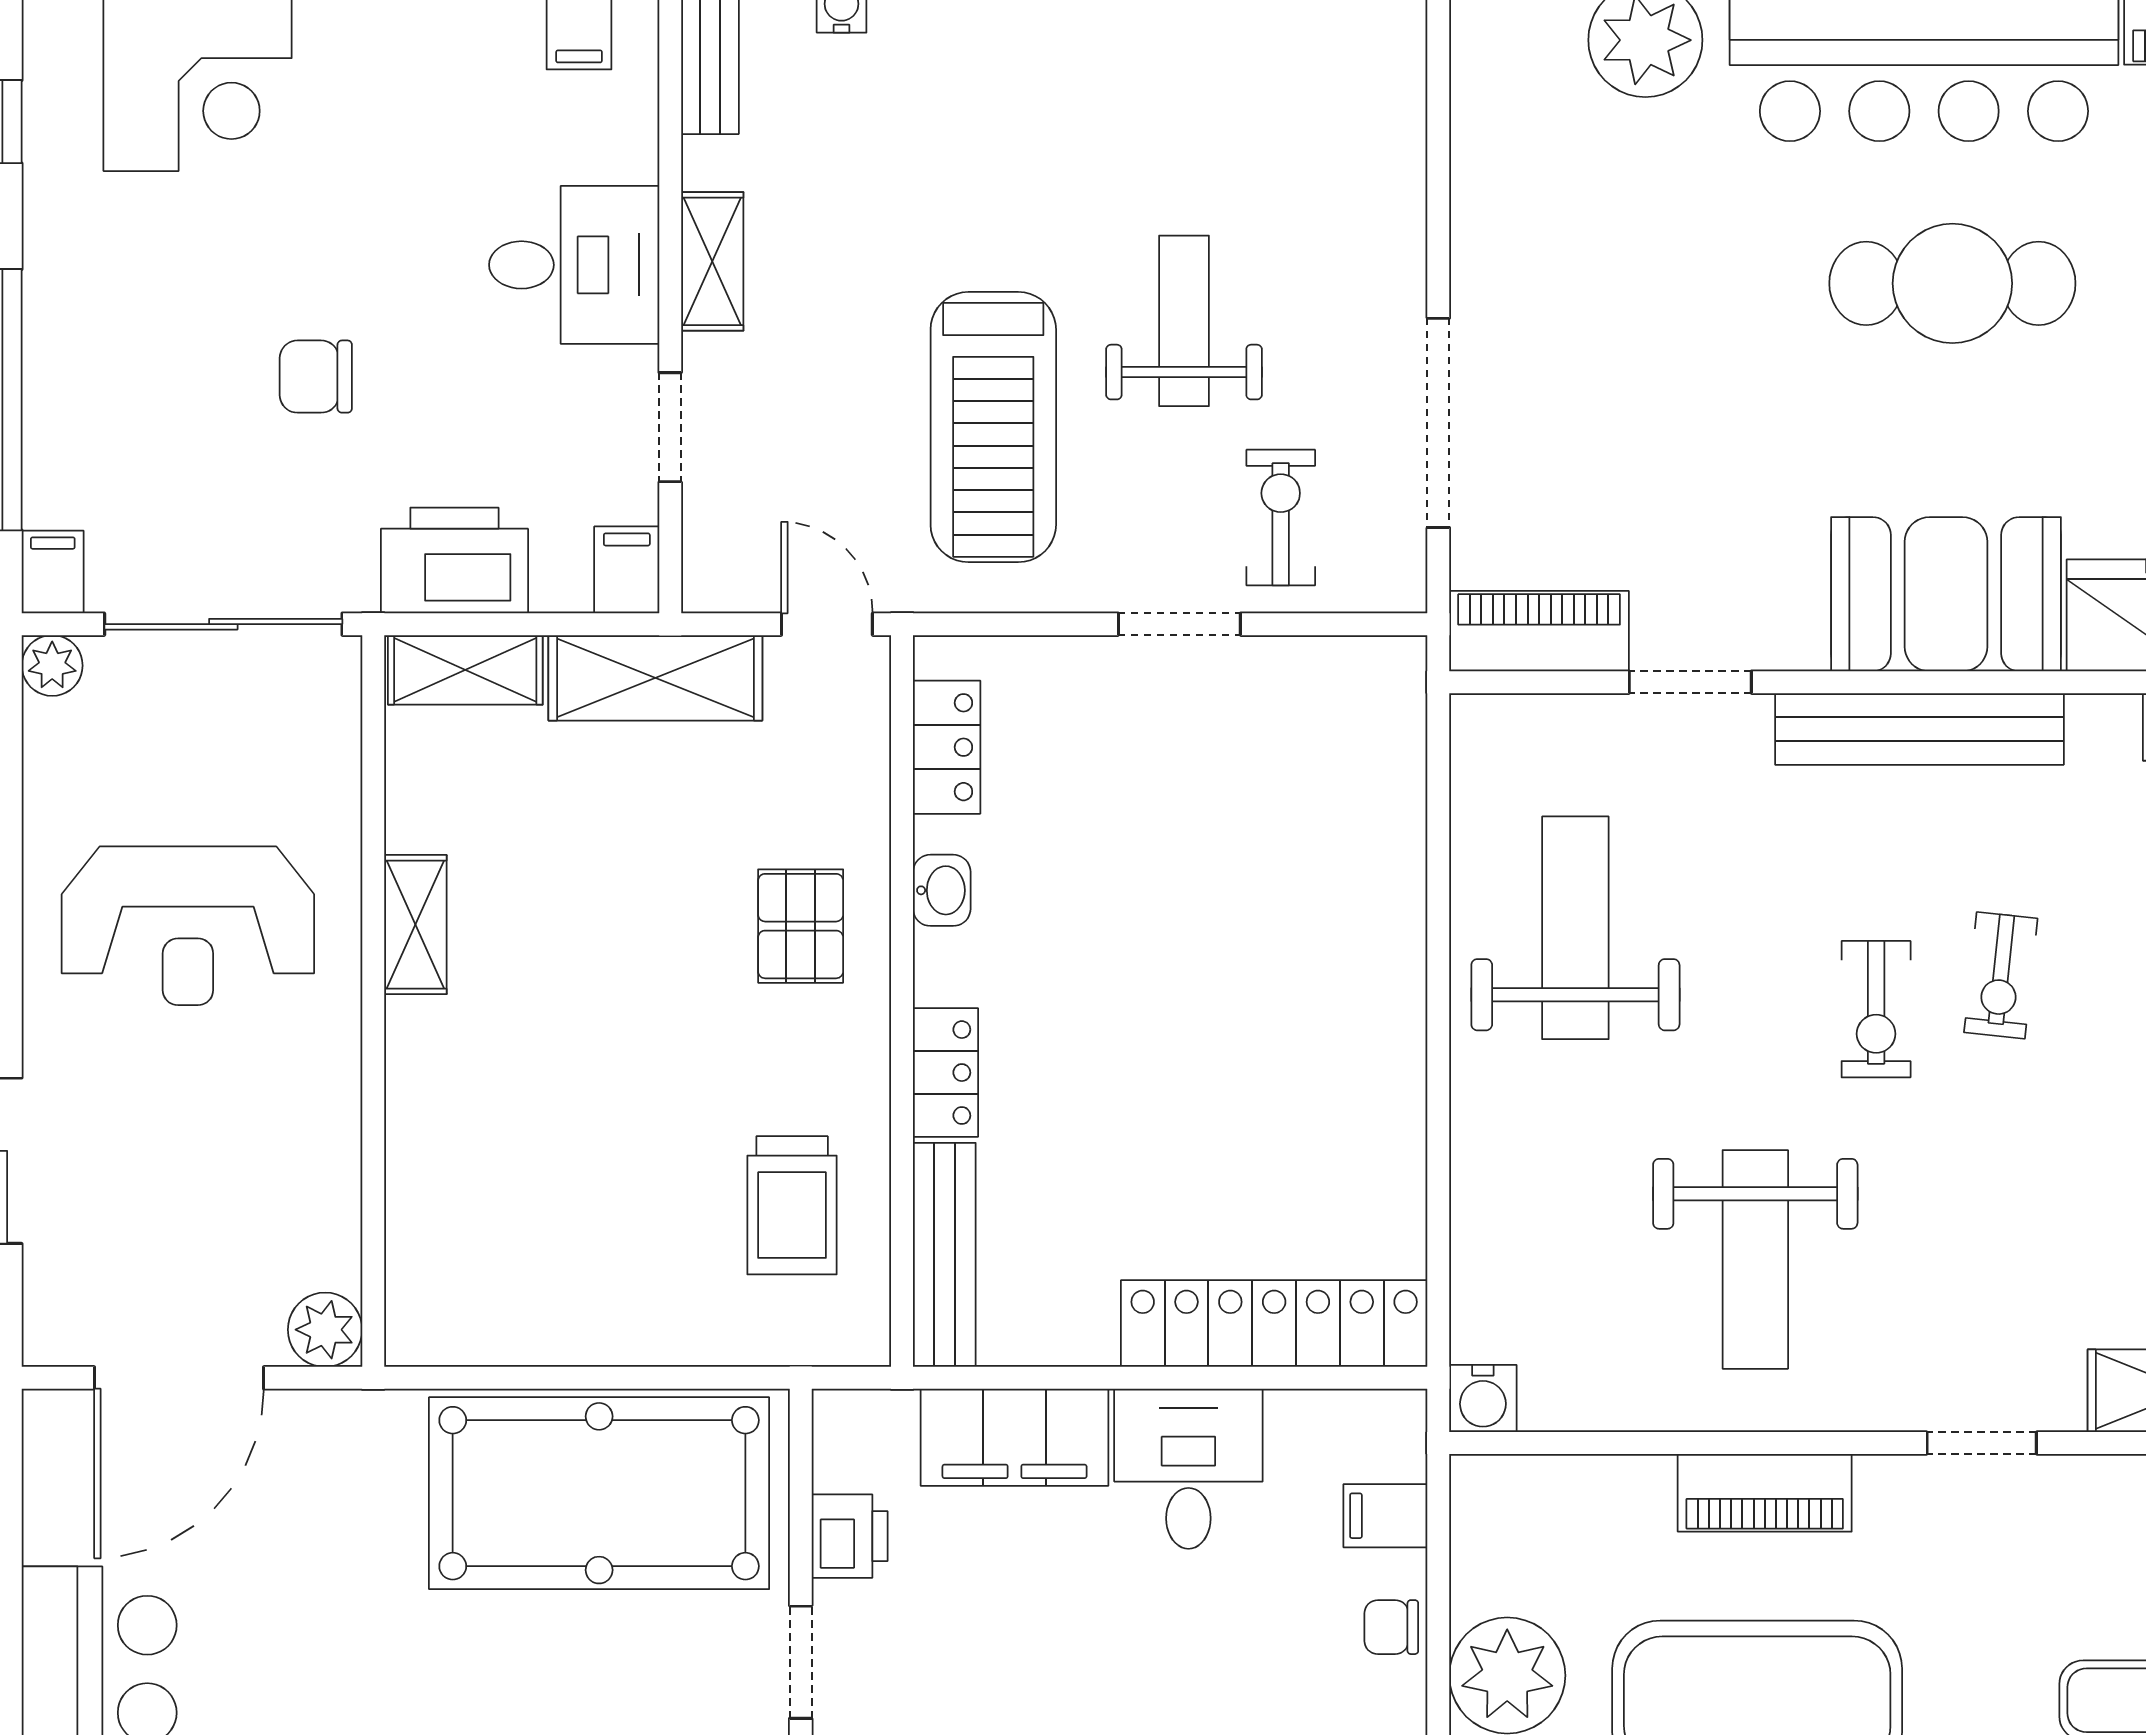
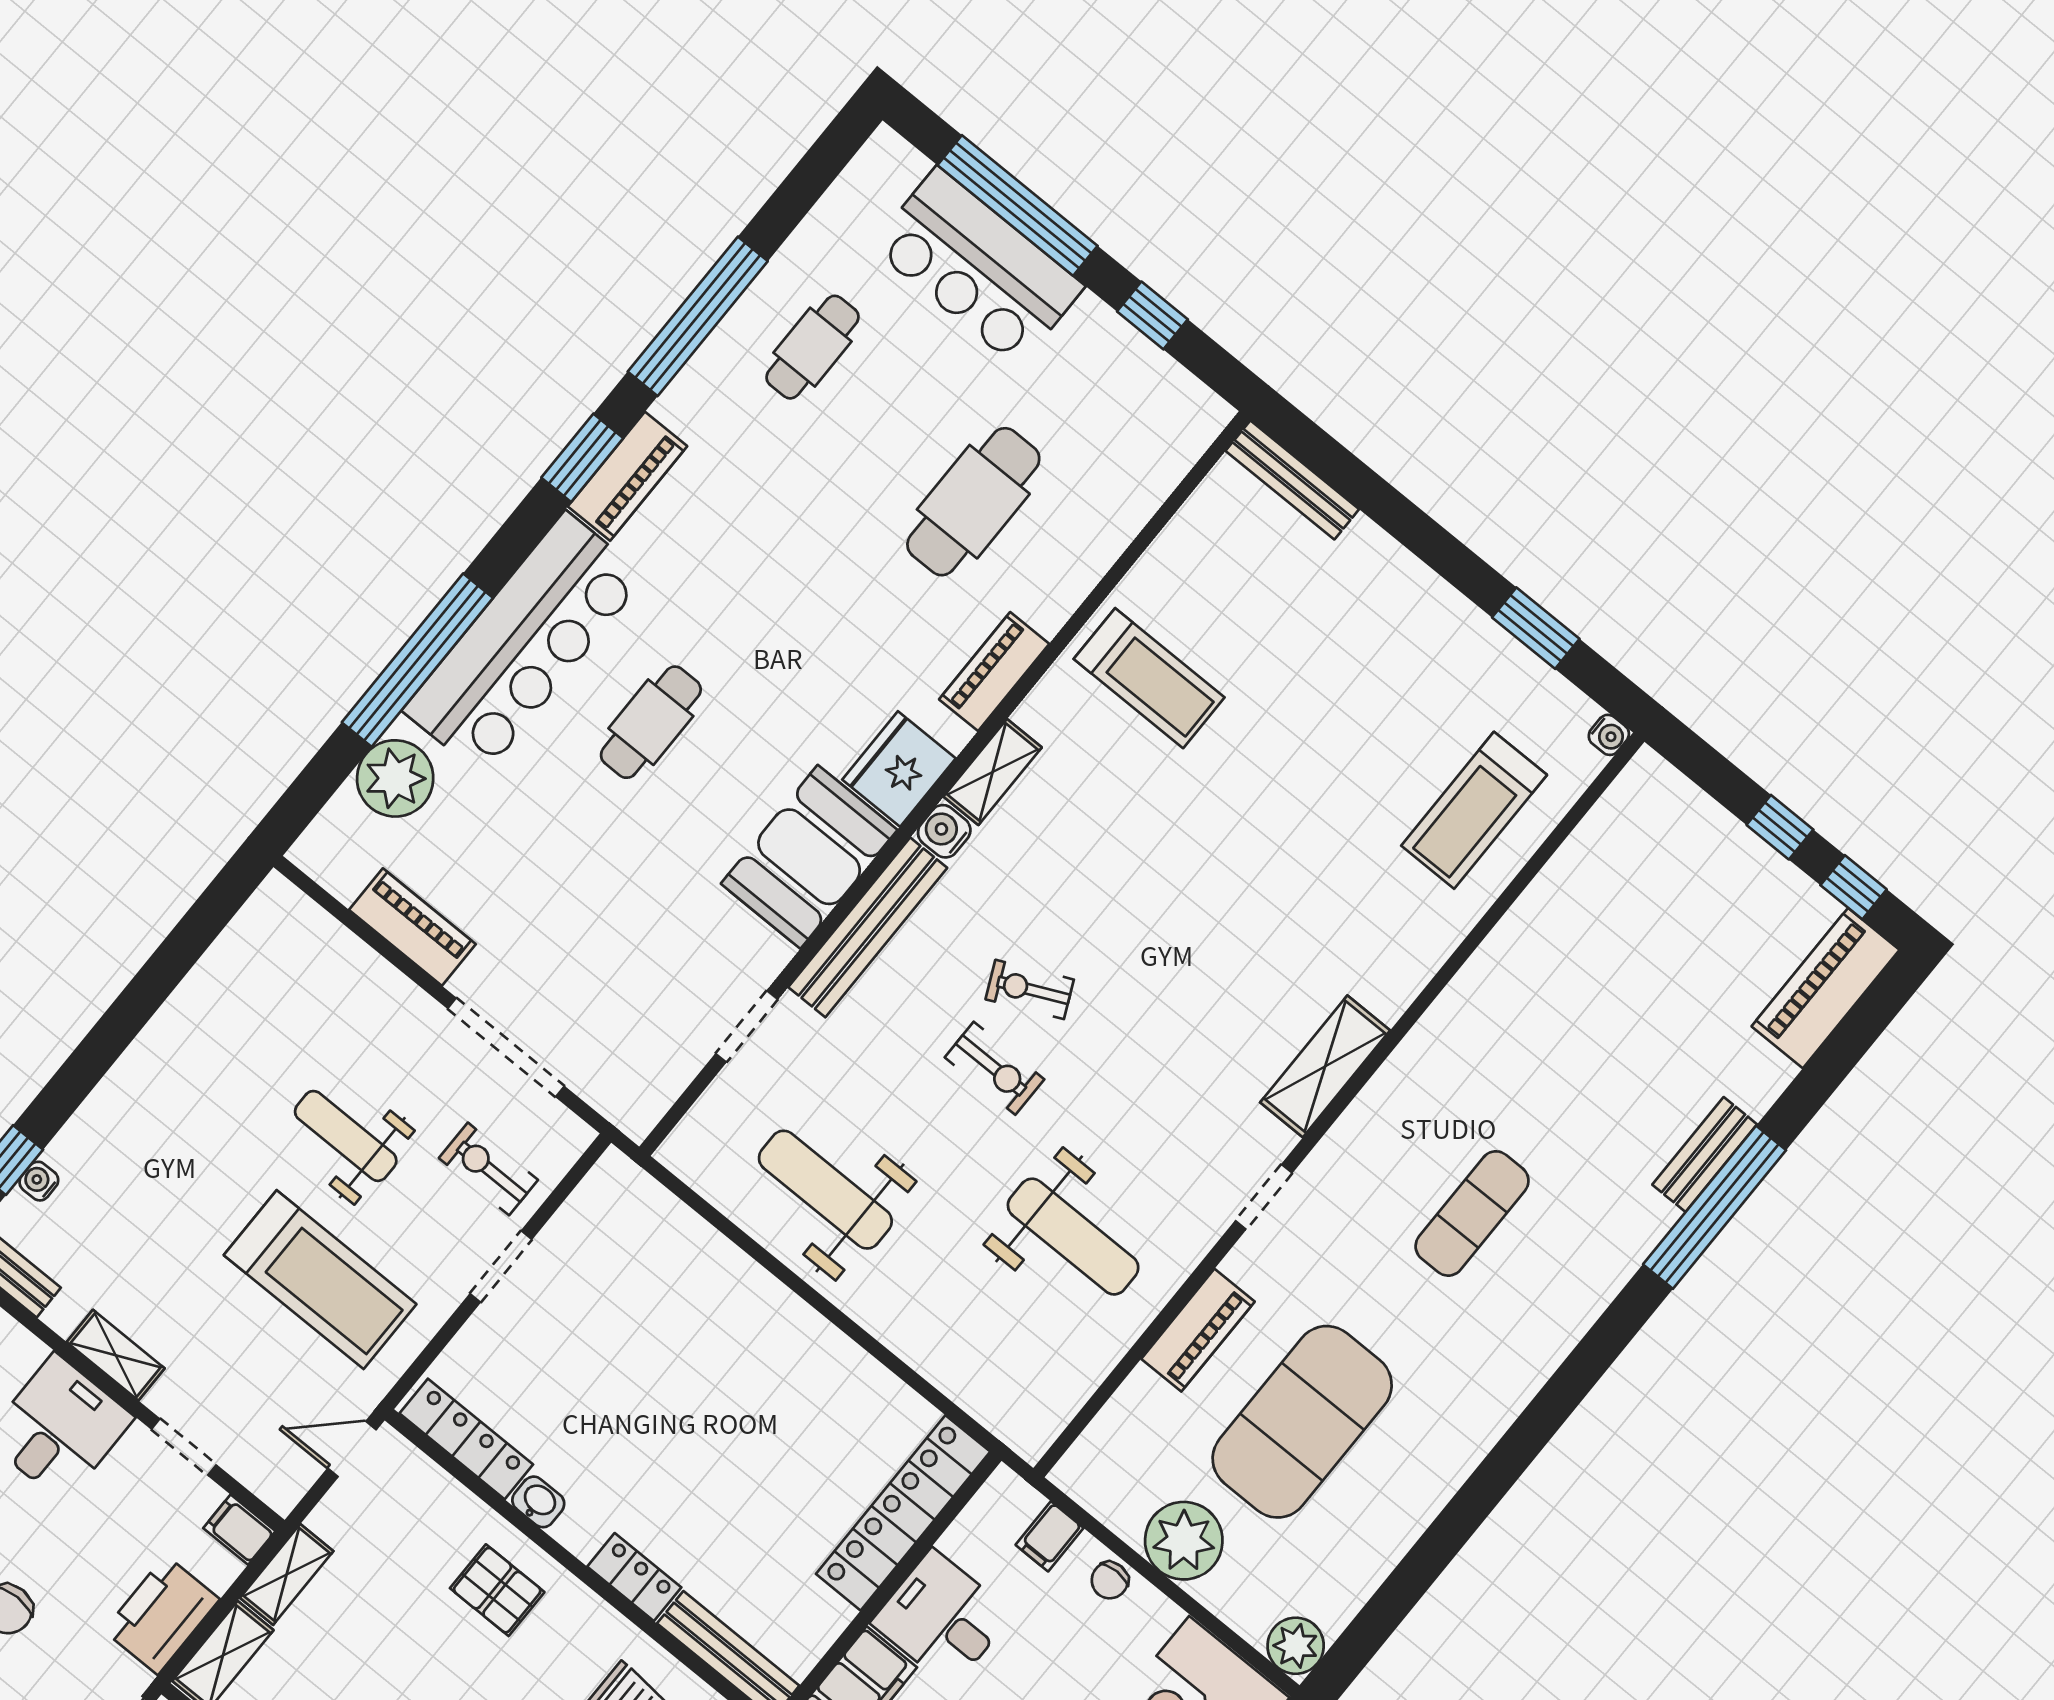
cafe table: (1952, 283) -> (651, 722), width x0.73, depth x0.74
piano: (1539, 631) -> (412, 927), moved, turned 90
shelving: (655, 678) -> (287, 1574), width x0.67, depth x0.75
locker: (947, 747) -> (466, 1439), width x1.53
exercise bike: (2001, 975) -> (1030, 989), turned 149
water cooler: (1483, 1398) -> (944, 831), moved, turned 180

